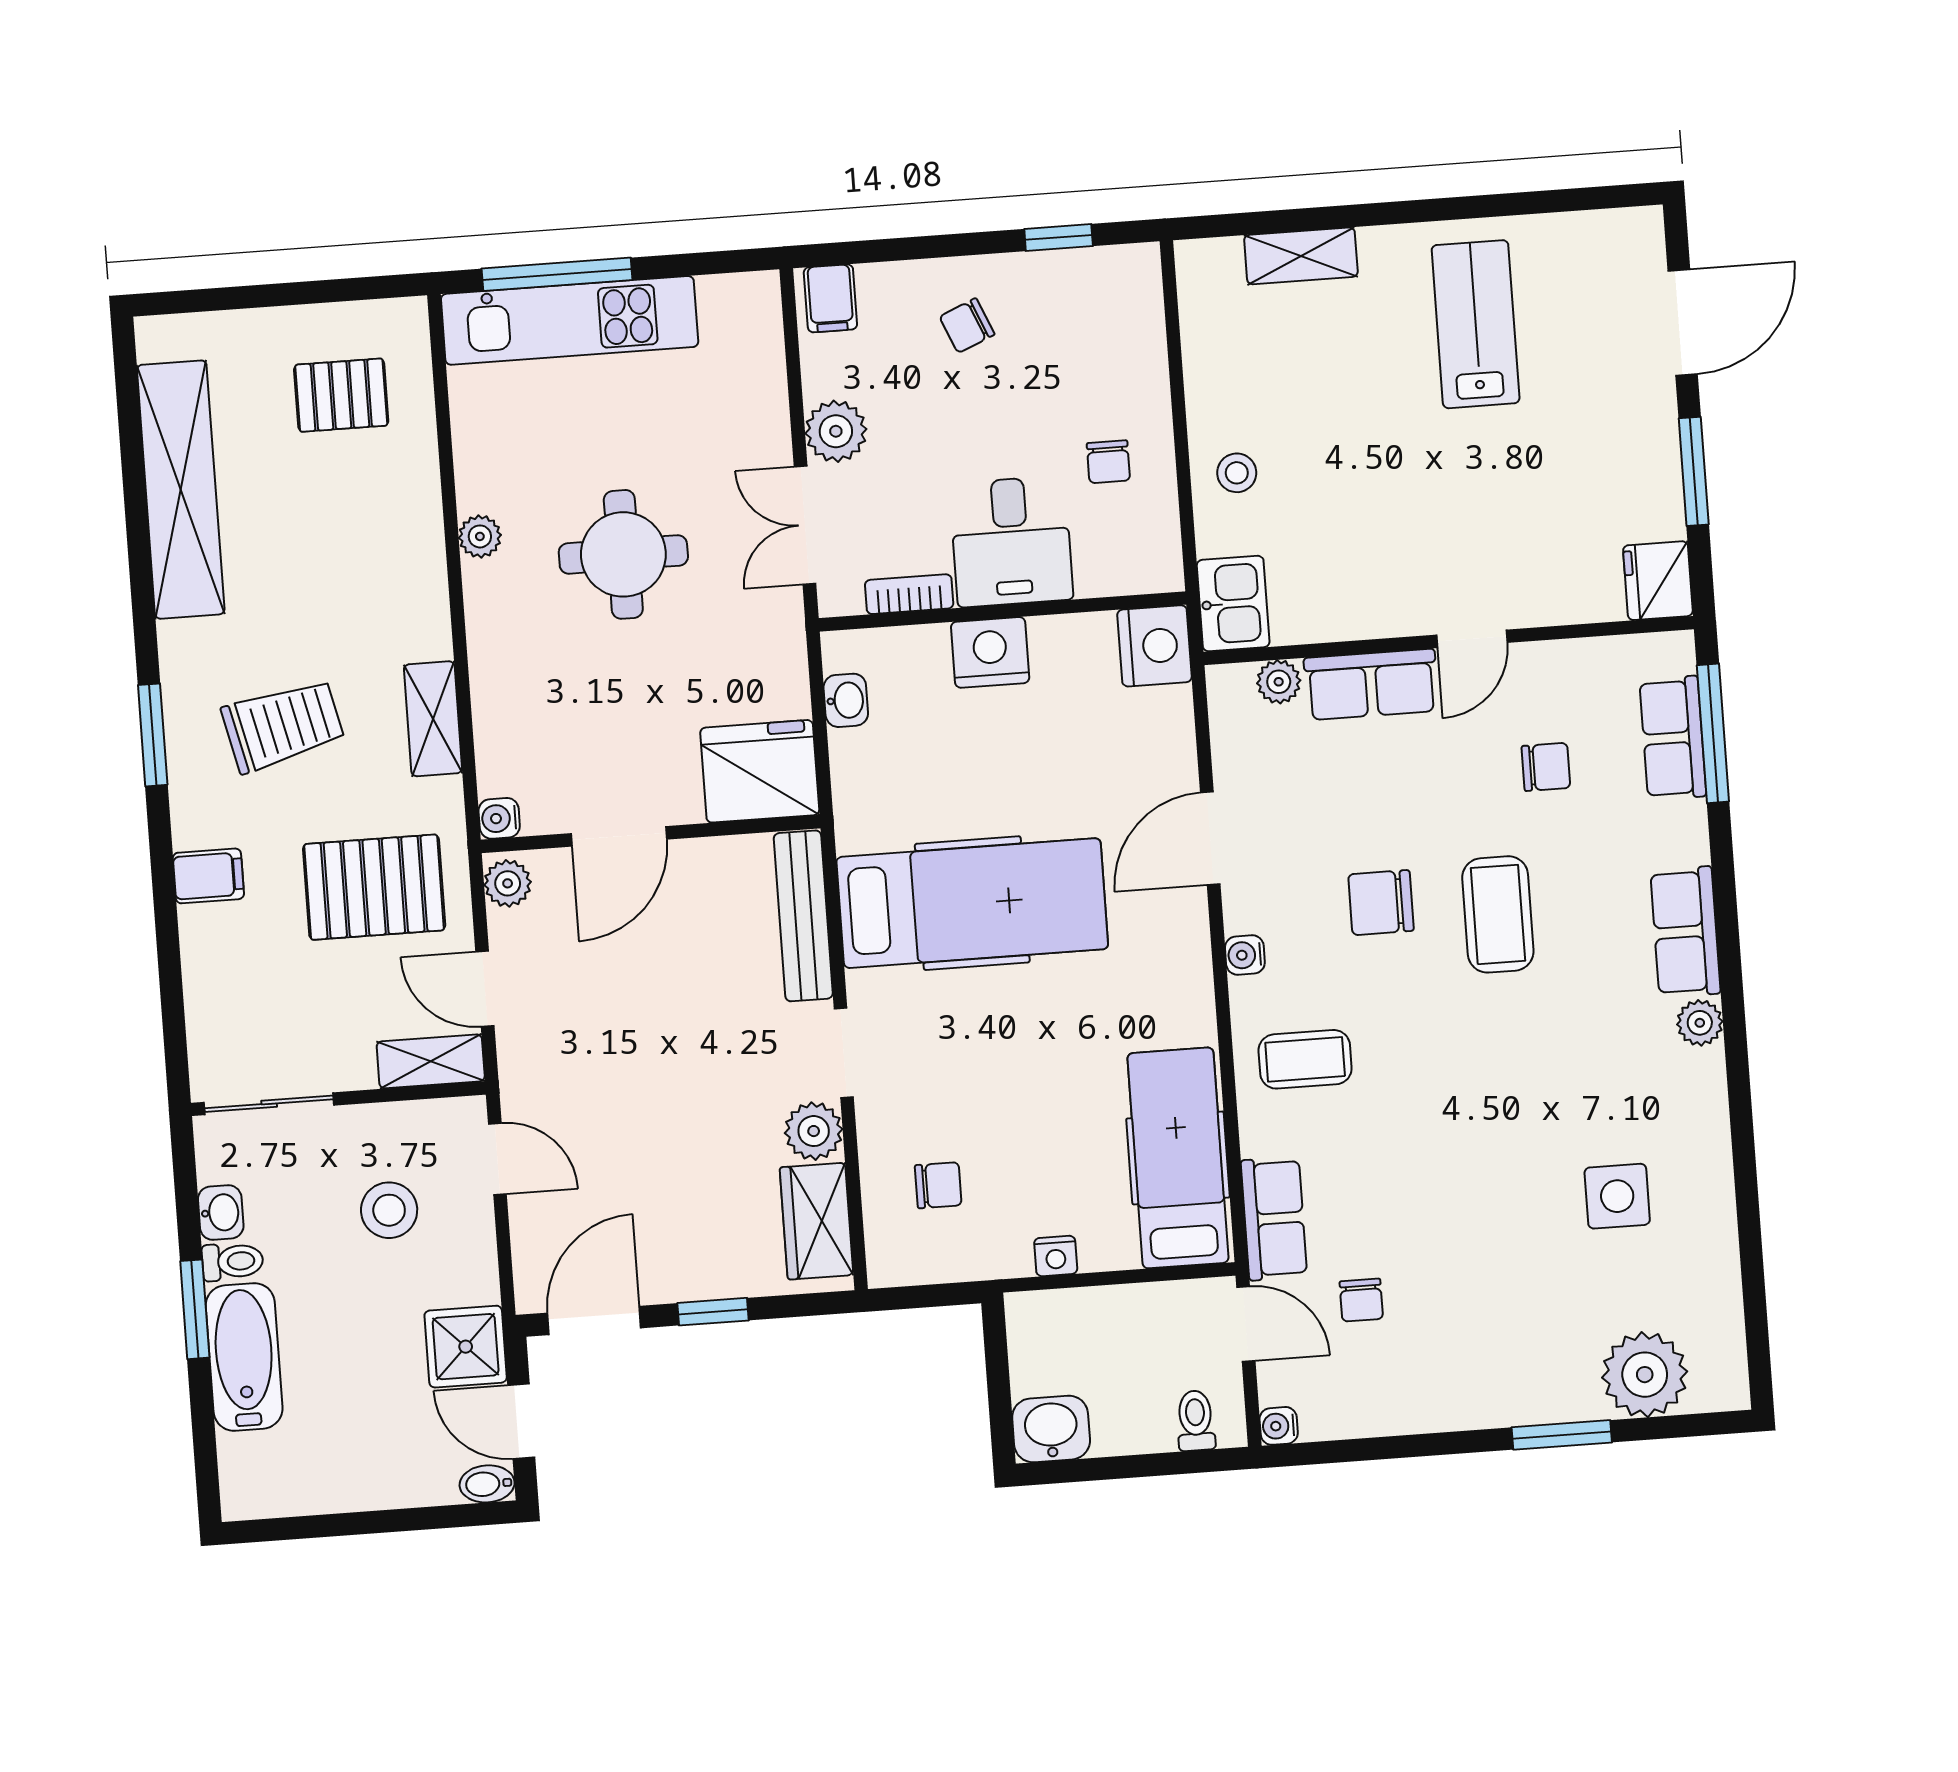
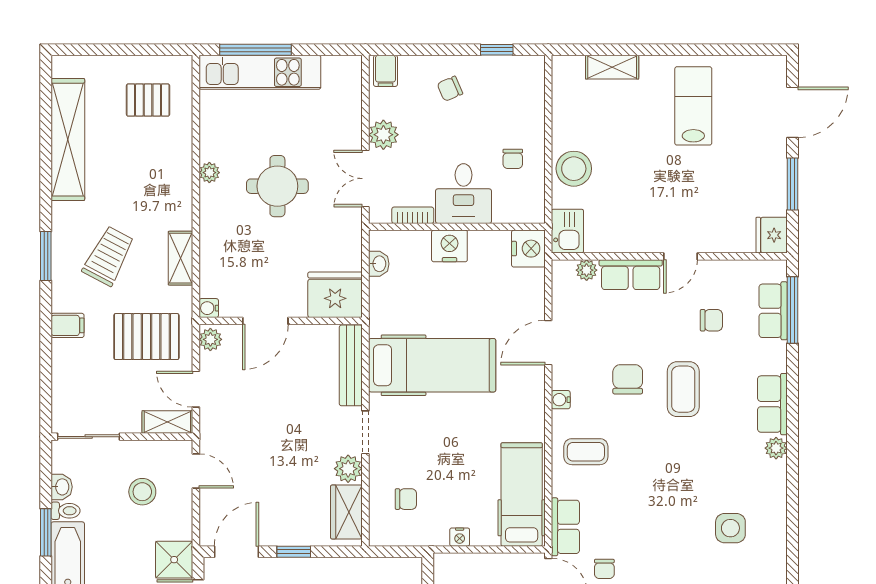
stool: (1237, 473) -> (574, 169), width x1.89, depth x1.89
trolley: (283, 725) -> (108, 256), turned -49
chair: (1381, 903) -> (628, 379), turned 90

